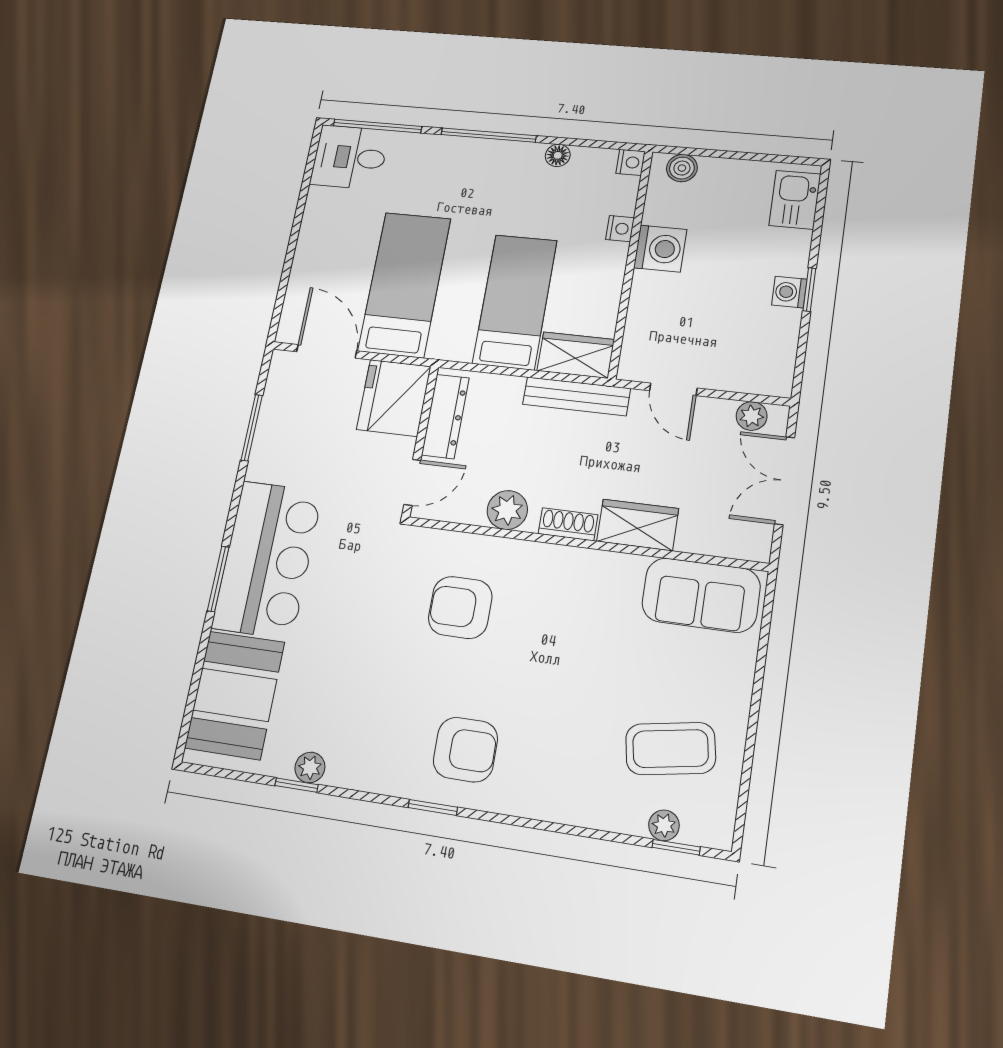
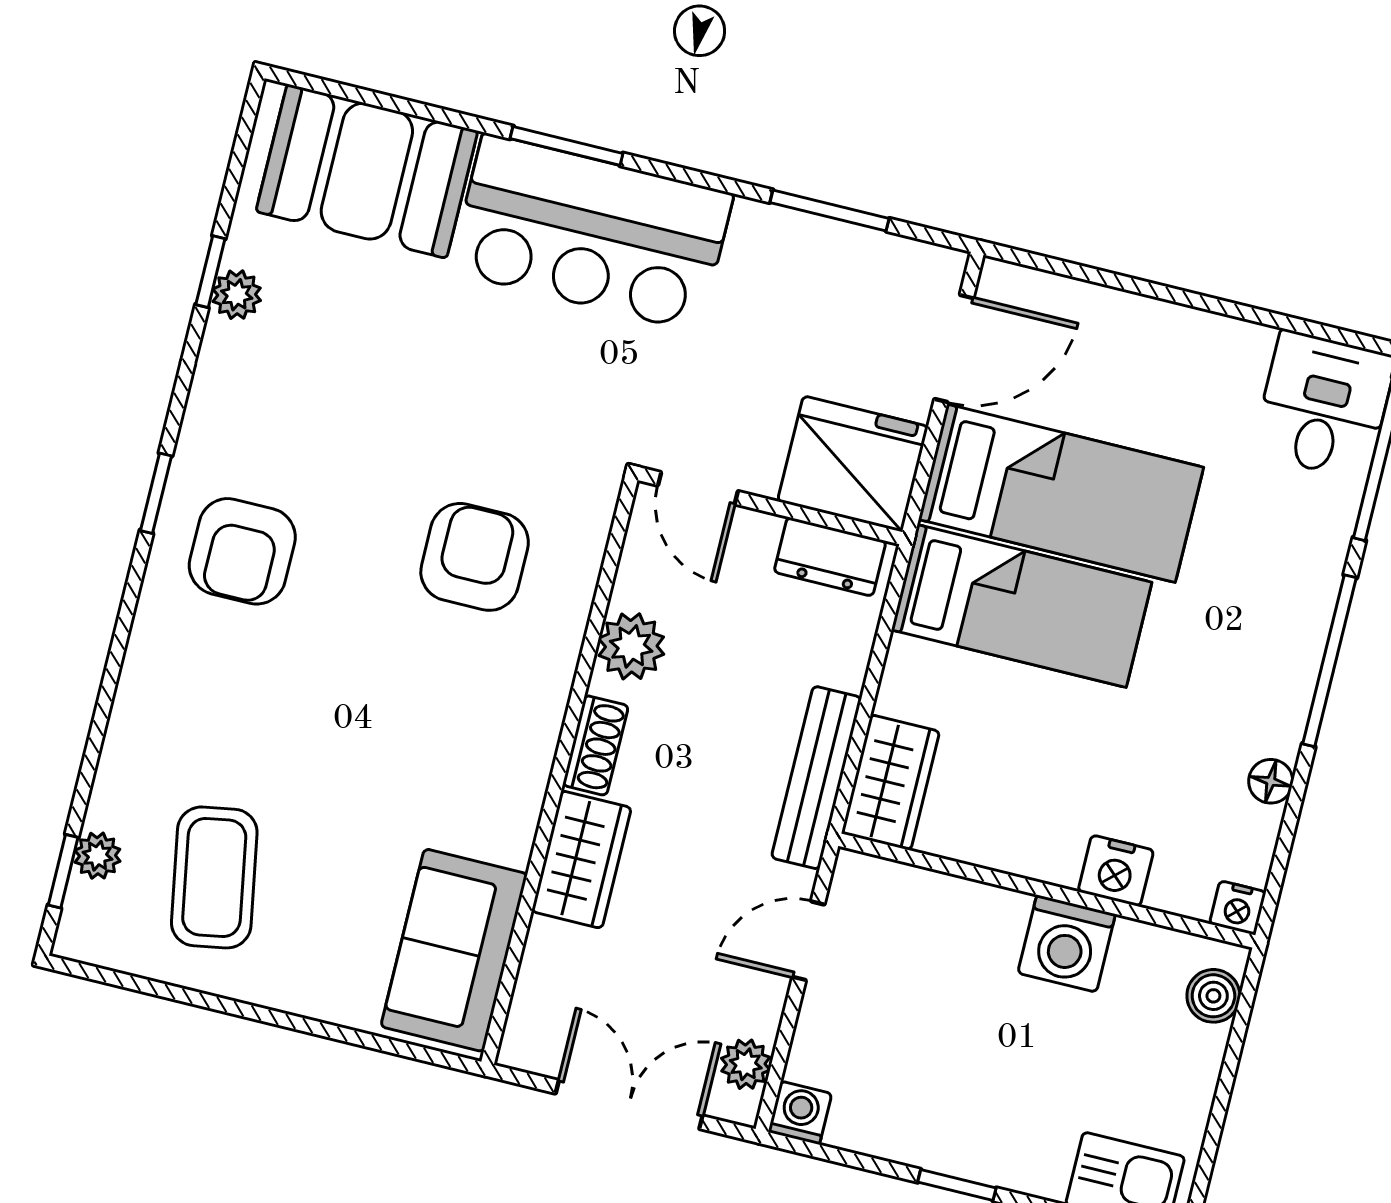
nightstand: (620, 229) -> (1116, 871), width x1.39, depth x1.35
washing machine: (789, 292) -> (800, 1113), moved
bed: (515, 302) -> (1022, 606), moved
dresser: (445, 416) -> (830, 557), width x0.70

